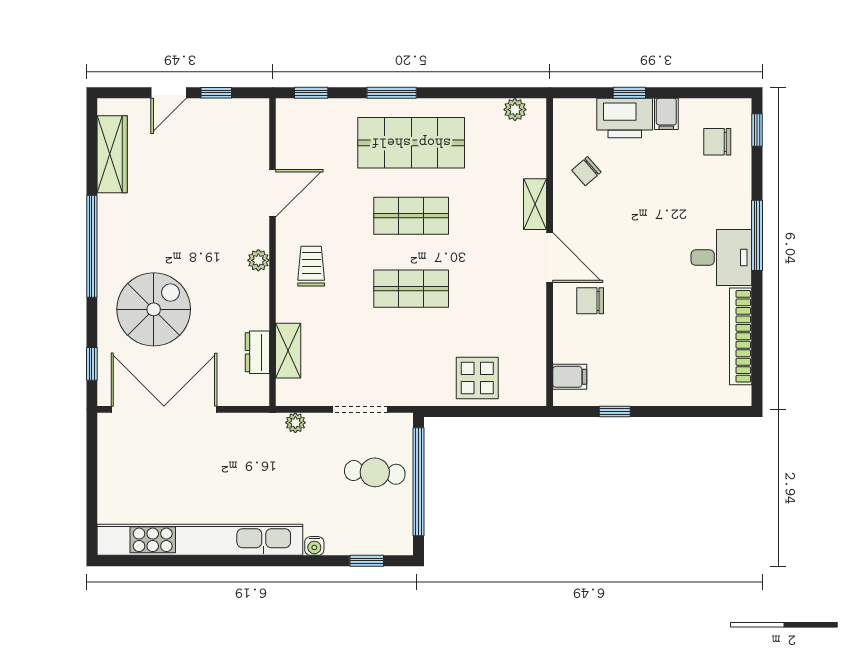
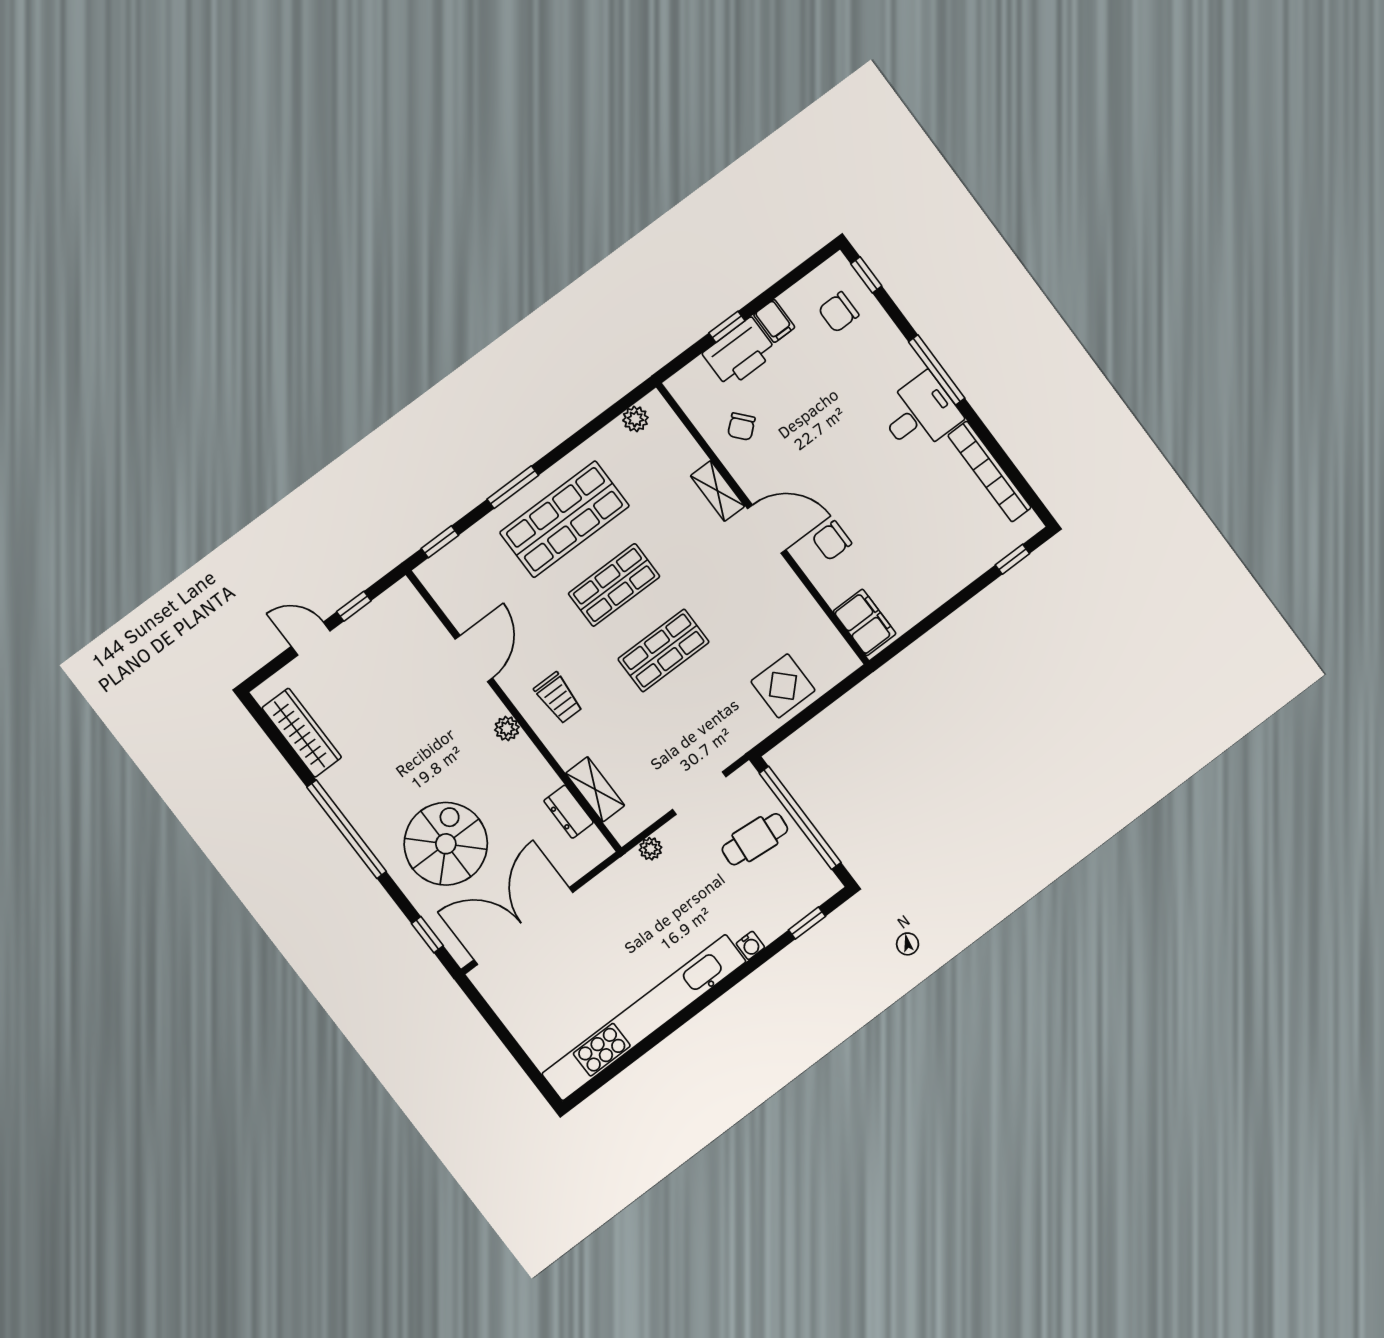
door: (169, 93) -> (311, 639), swing flipped
trolley: (311, 266) -> (558, 698), turned 180
filing cabinet: (570, 377) -> (865, 622), width x2.00
window: (615, 411) -> (1012, 559), moved

